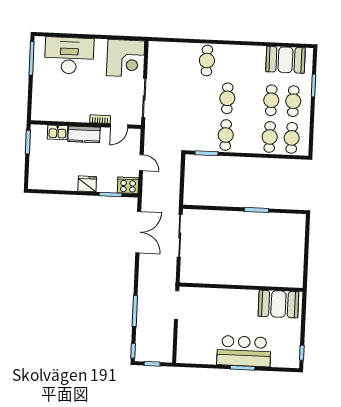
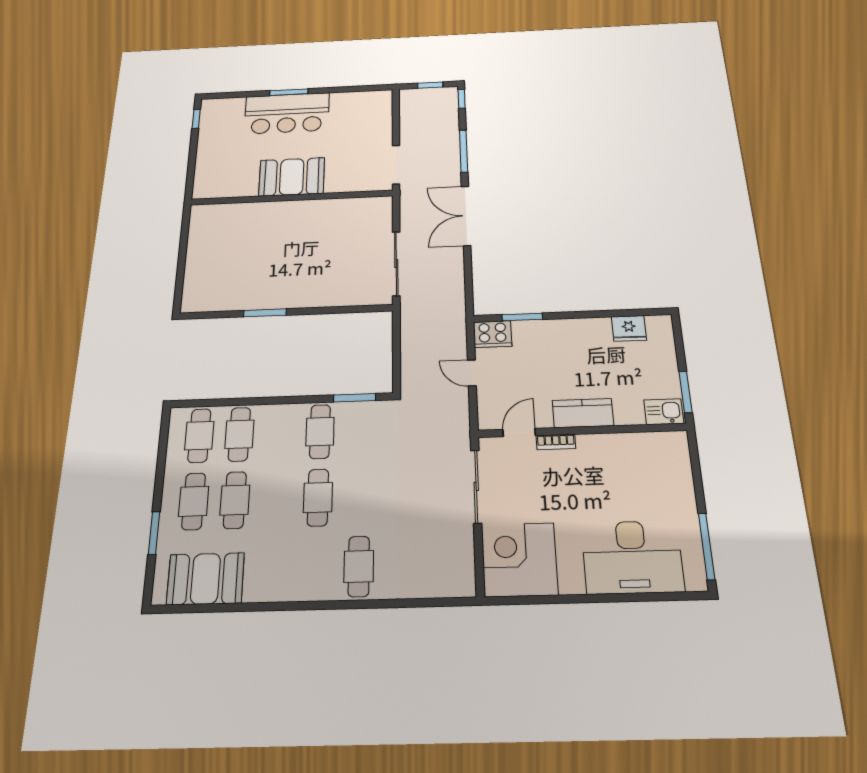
kitchen sink: (57, 132) -> (664, 412), moved
fridge: (87, 184) -> (629, 328), moved
double door: (138, 232) -> (466, 216), moved
booth: (278, 304) -> (292, 177), moved

